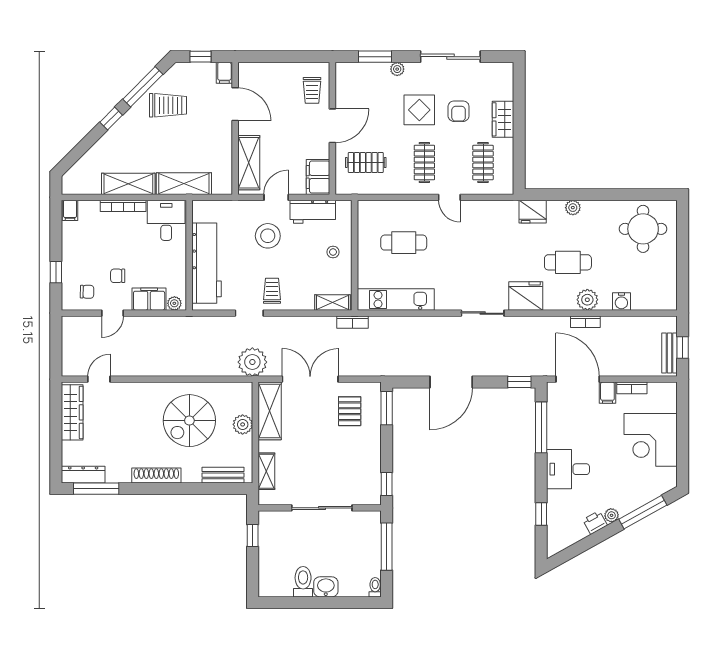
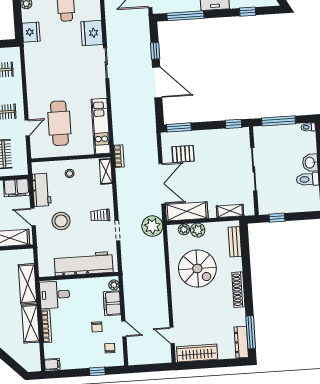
door: (449, 197) -> (27, 128), moved
cafe table: (404, 243) -> (59, 123), width x1.37, depth x1.35
double door: (310, 379) -> (162, 184), swing flipped
window: (519, 382) -> (155, 51), moved
plant: (245, 405) -> (184, 229), added

